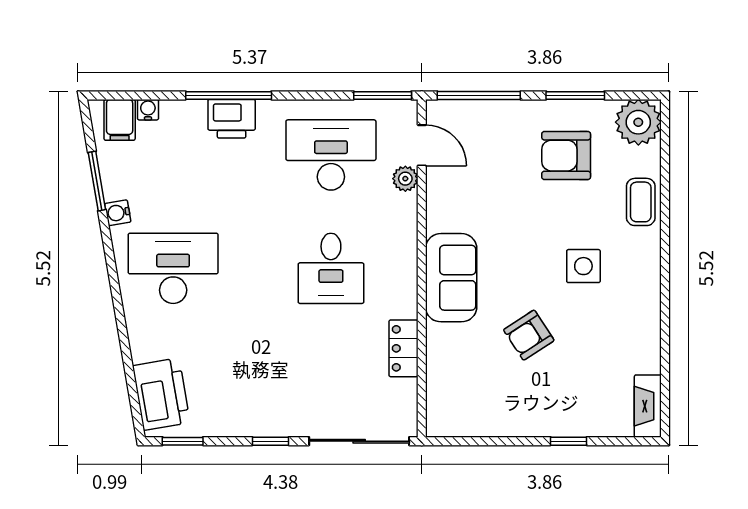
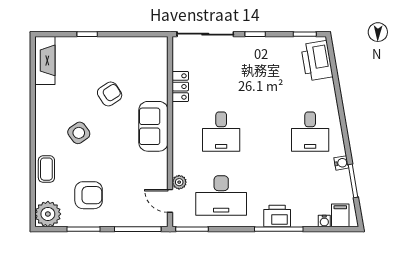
side table: (583, 266) -> (79, 133), turned -36
desk: (173, 268) -> (310, 132), width x0.73
desk: (331, 268) -> (221, 132), turned 180
fireplace: (648, 406) -> (45, 60), width x1.37, depth x1.32

